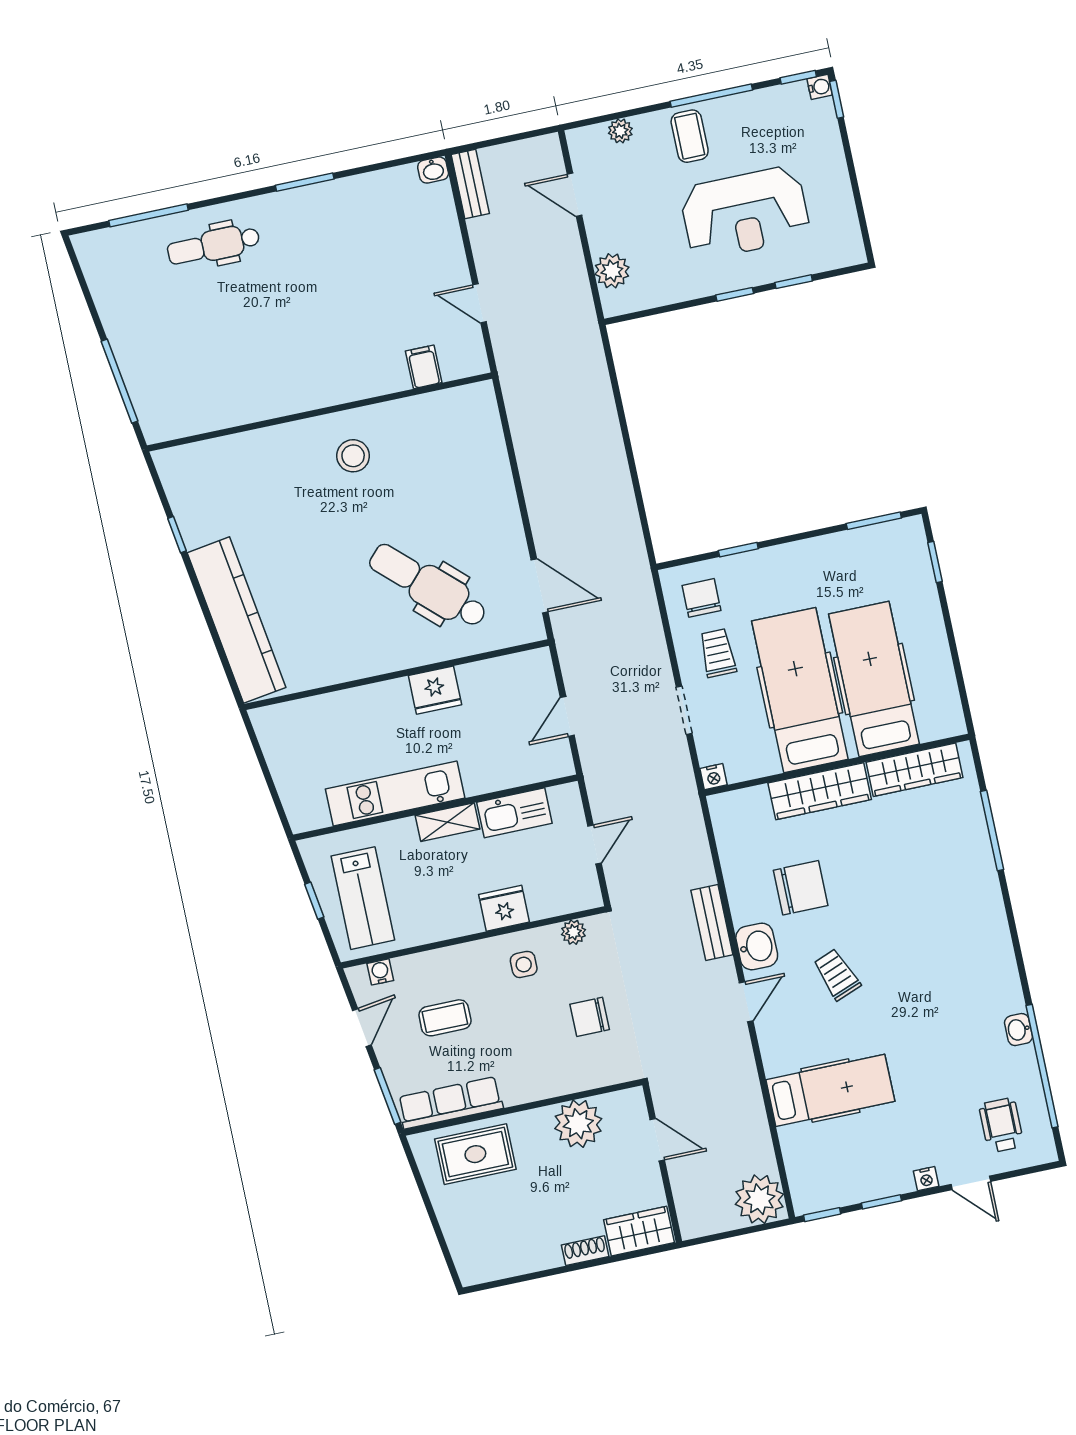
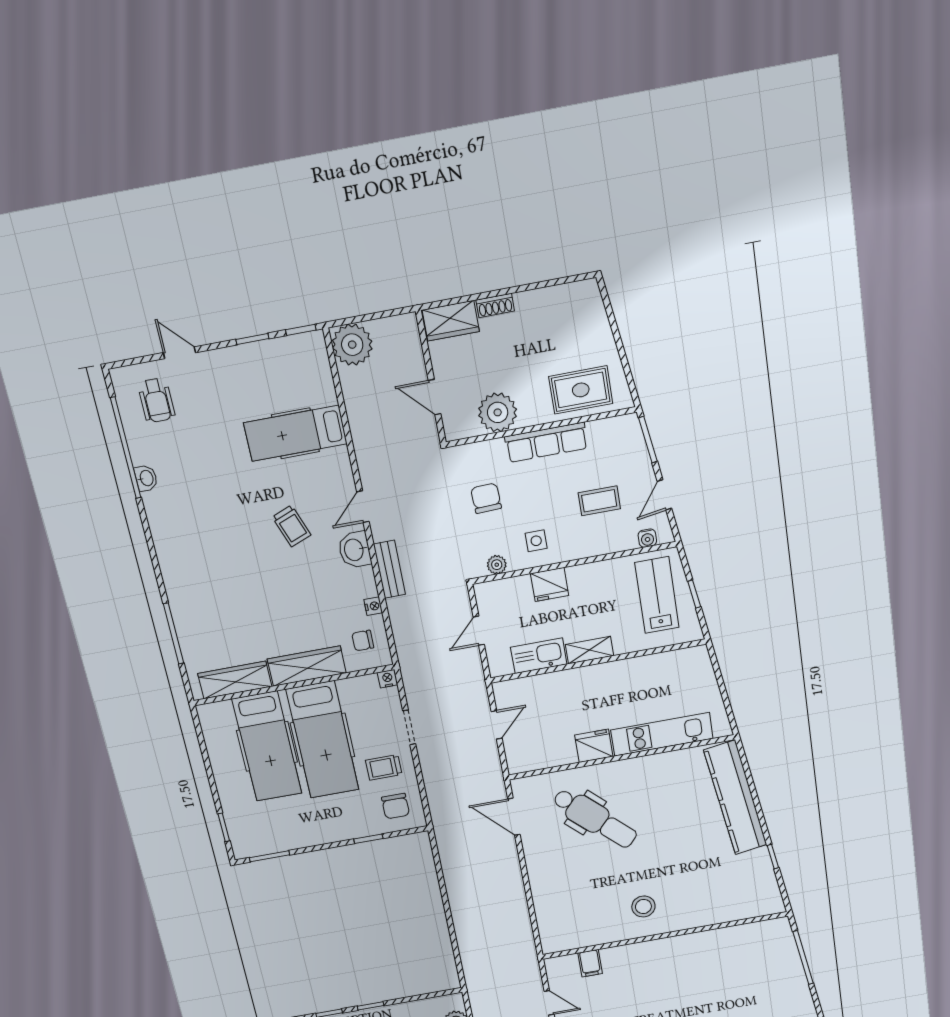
trolley: (718, 653) -> (384, 767), turned 90
kitchen unit: (395, 793) -> (662, 734), moved, turned 180
chair: (801, 888) -> (363, 641), moved, width x0.54, depth x0.54
chair: (590, 1017) -> (486, 498), turned -92
row of seats: (450, 1103) -> (546, 442), moved
nightstand: (926, 1179) -> (373, 606), moved, turned 90

